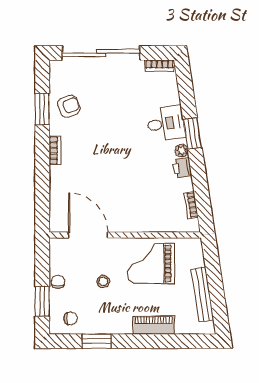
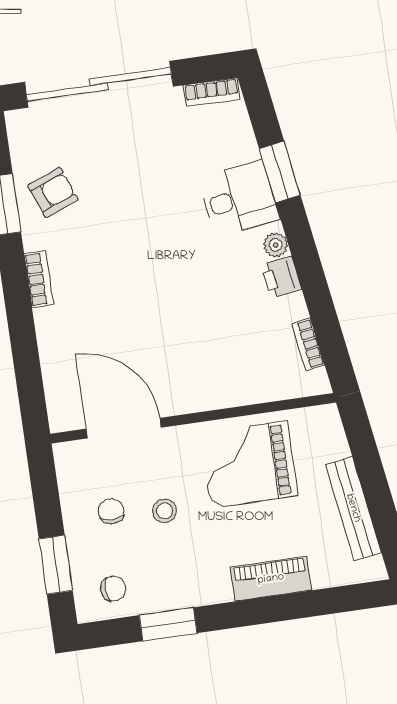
window: (192, 133) -> (280, 172), moved
chair: (58, 282) -> (111, 511), moved

